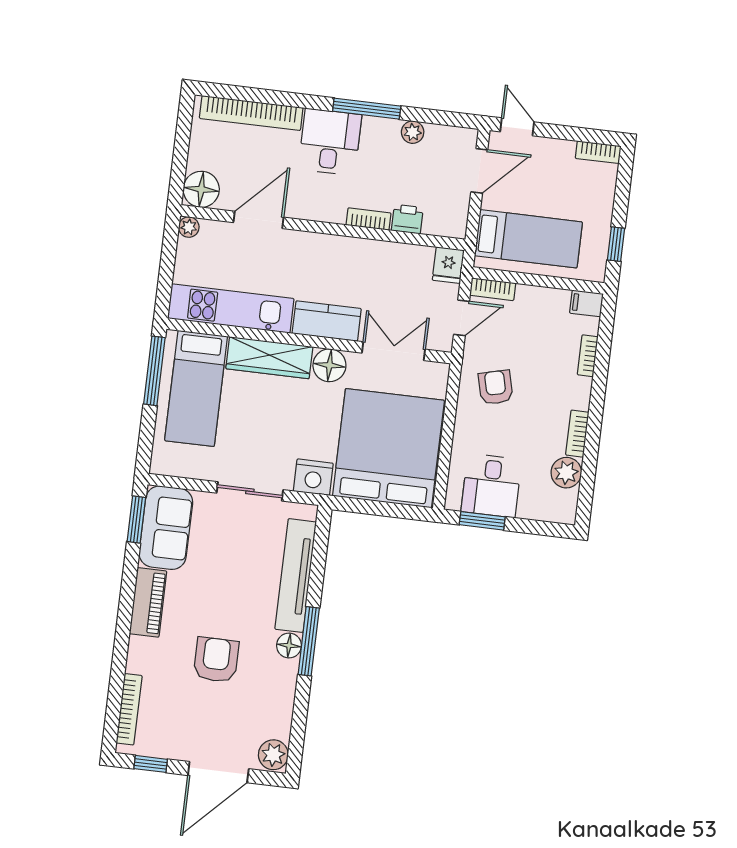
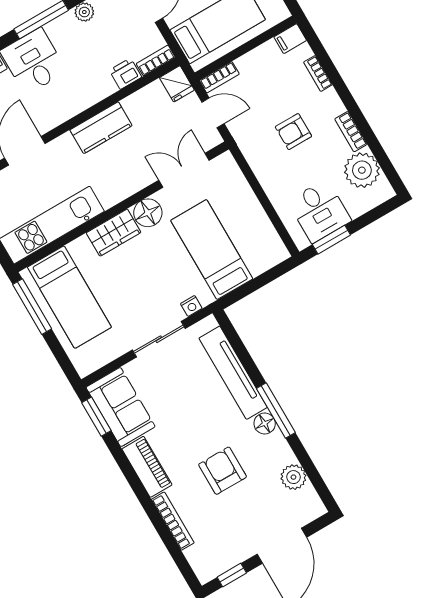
bookcase: (368, 219) -> (156, 60), moved
door: (461, 318) -> (213, 113), hinge flipped
kitchen counter: (327, 321) -> (101, 128), moved, turned 180
wardrobe: (269, 358) -> (114, 233), width x0.67
armchair: (496, 387) -> (293, 132), moved, turned -76
bed: (388, 448) -> (212, 250), width x0.49
plant: (566, 473) -> (362, 170), width x1.36, depth x1.36
nightstand: (313, 477) -> (191, 306), width x0.53, depth x0.56
bookcase: (129, 709) -> (173, 521), moved
plant: (273, 755) -> (293, 477), moved

